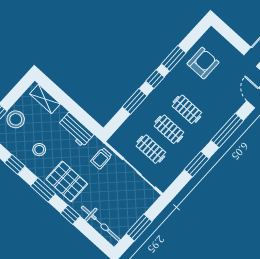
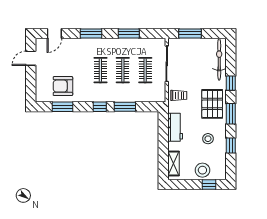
window: (174, 58) -> (63, 107), moved
window: (227, 130) -> (91, 33), width x0.69
window: (139, 227) -> (190, 33), moved

